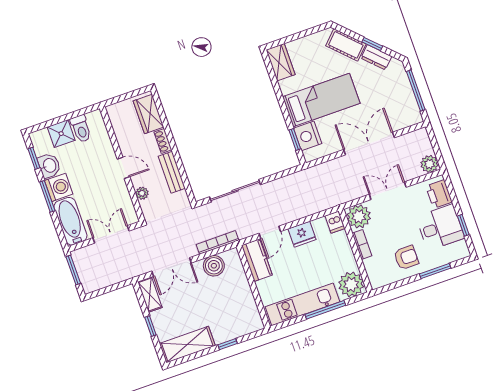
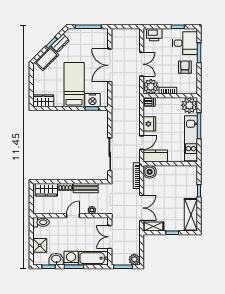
toilet: (81, 129) -> (41, 222), moved
plant: (429, 164) -> (134, 259), moved
double door: (388, 191) -> (142, 64), swing flipped
desk: (440, 227) -> (185, 43), moved, turned 90
door: (270, 232) -> (142, 143), hinge flipped
boiler: (214, 266) -> (150, 172), moved

